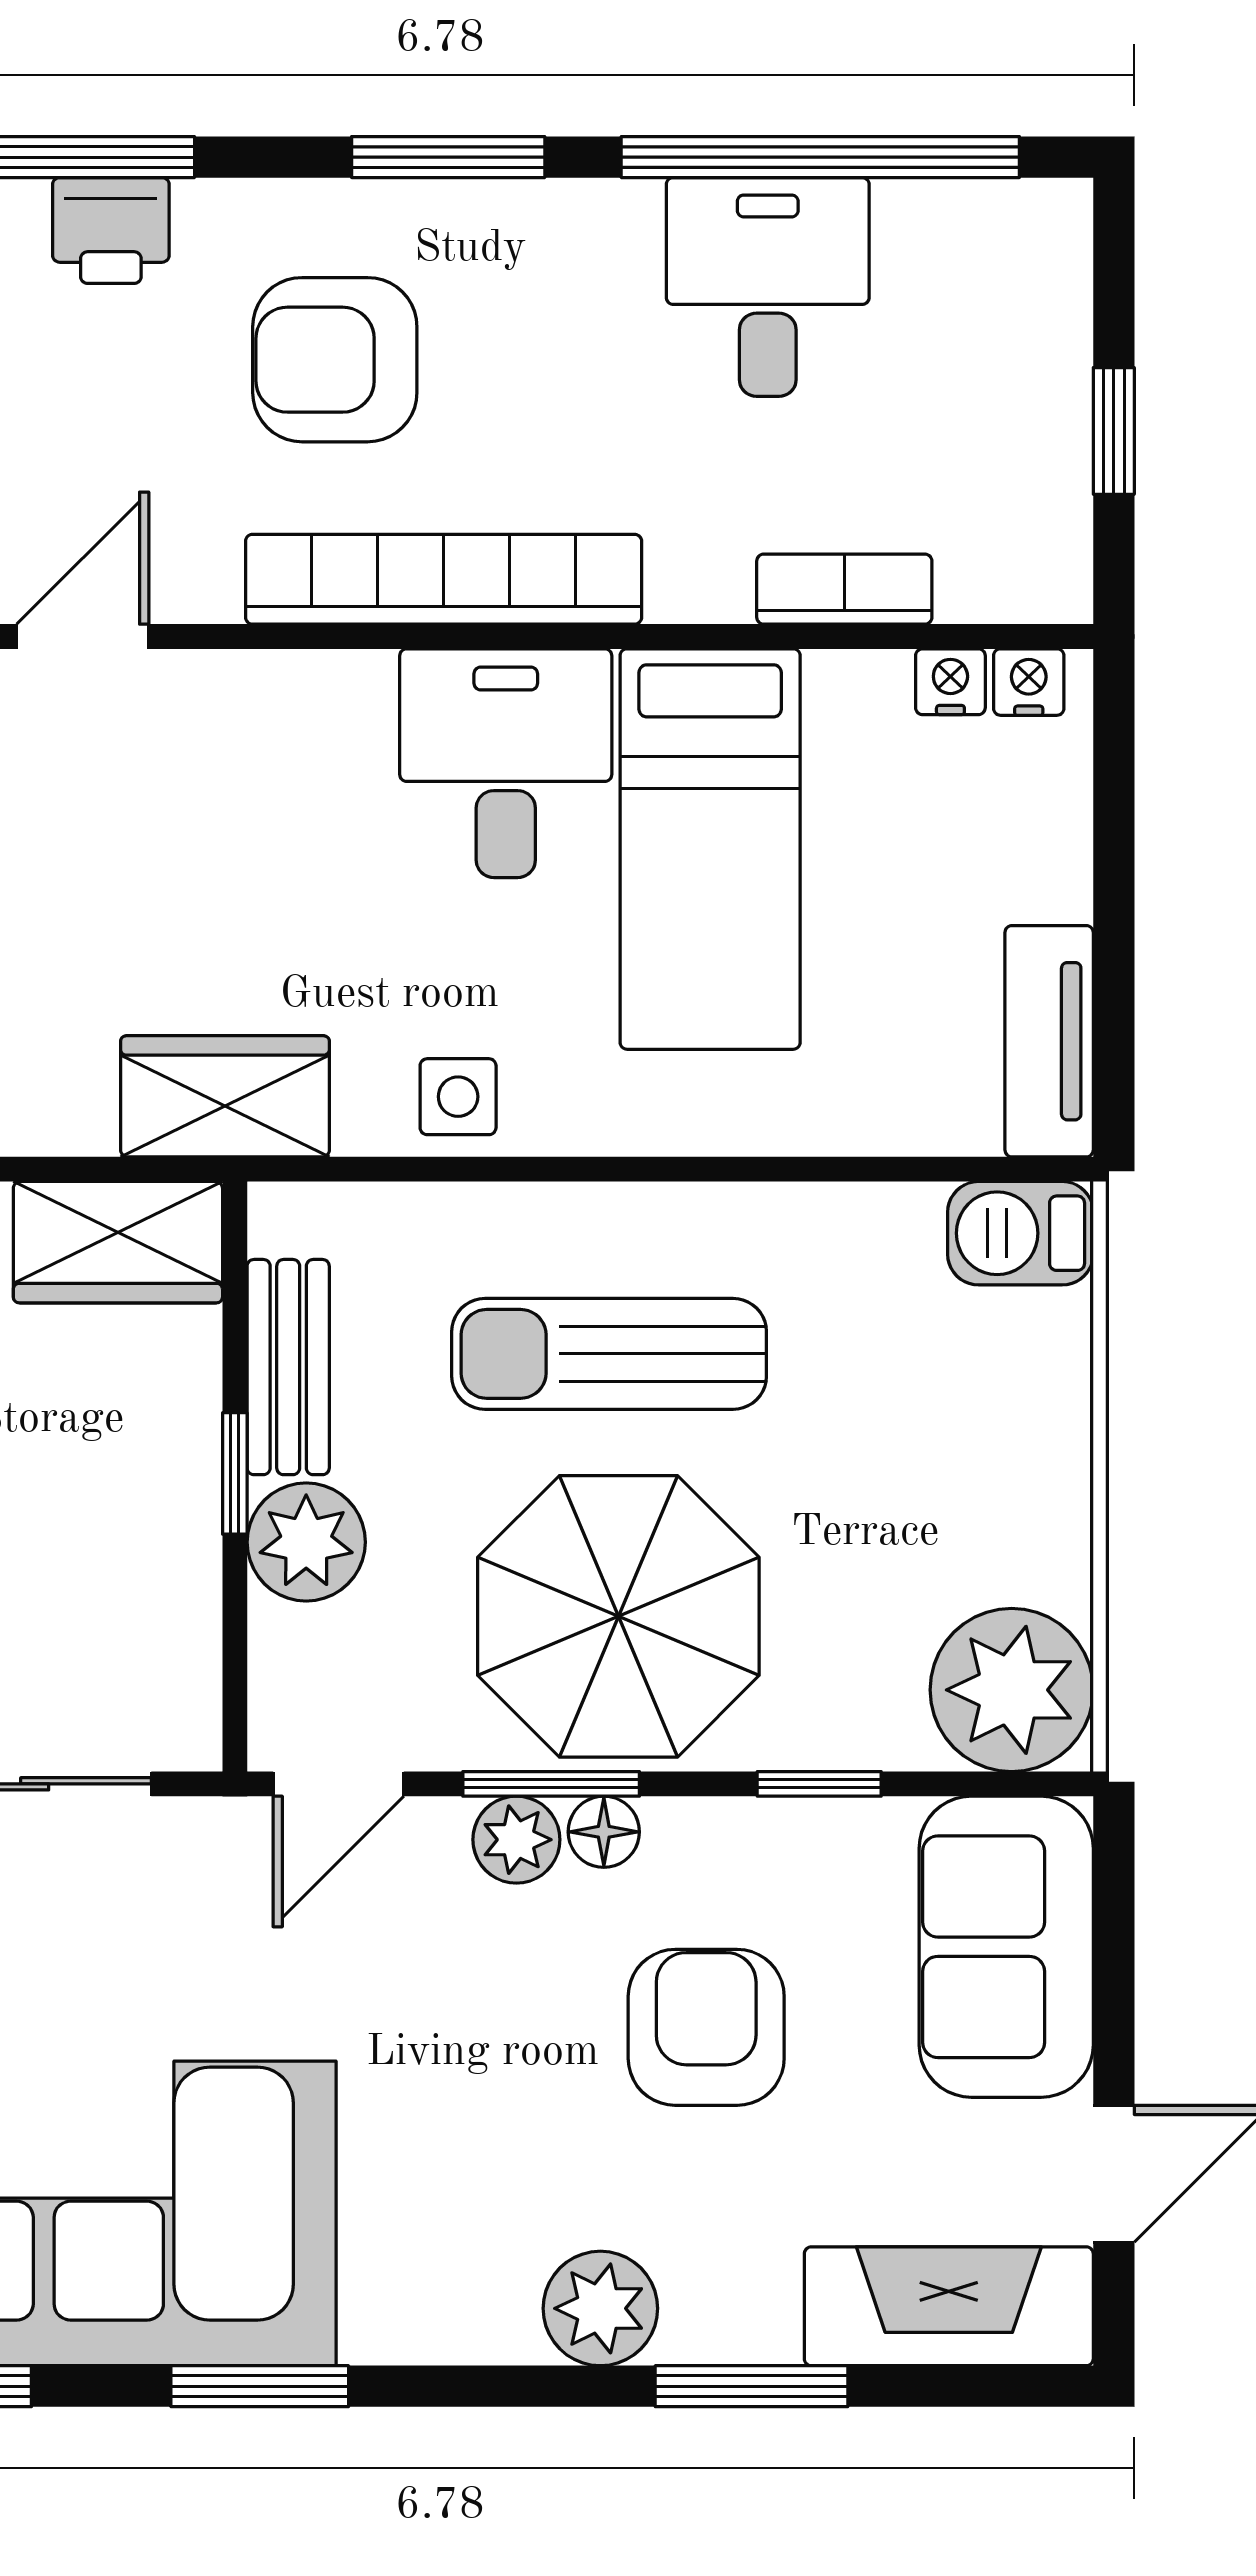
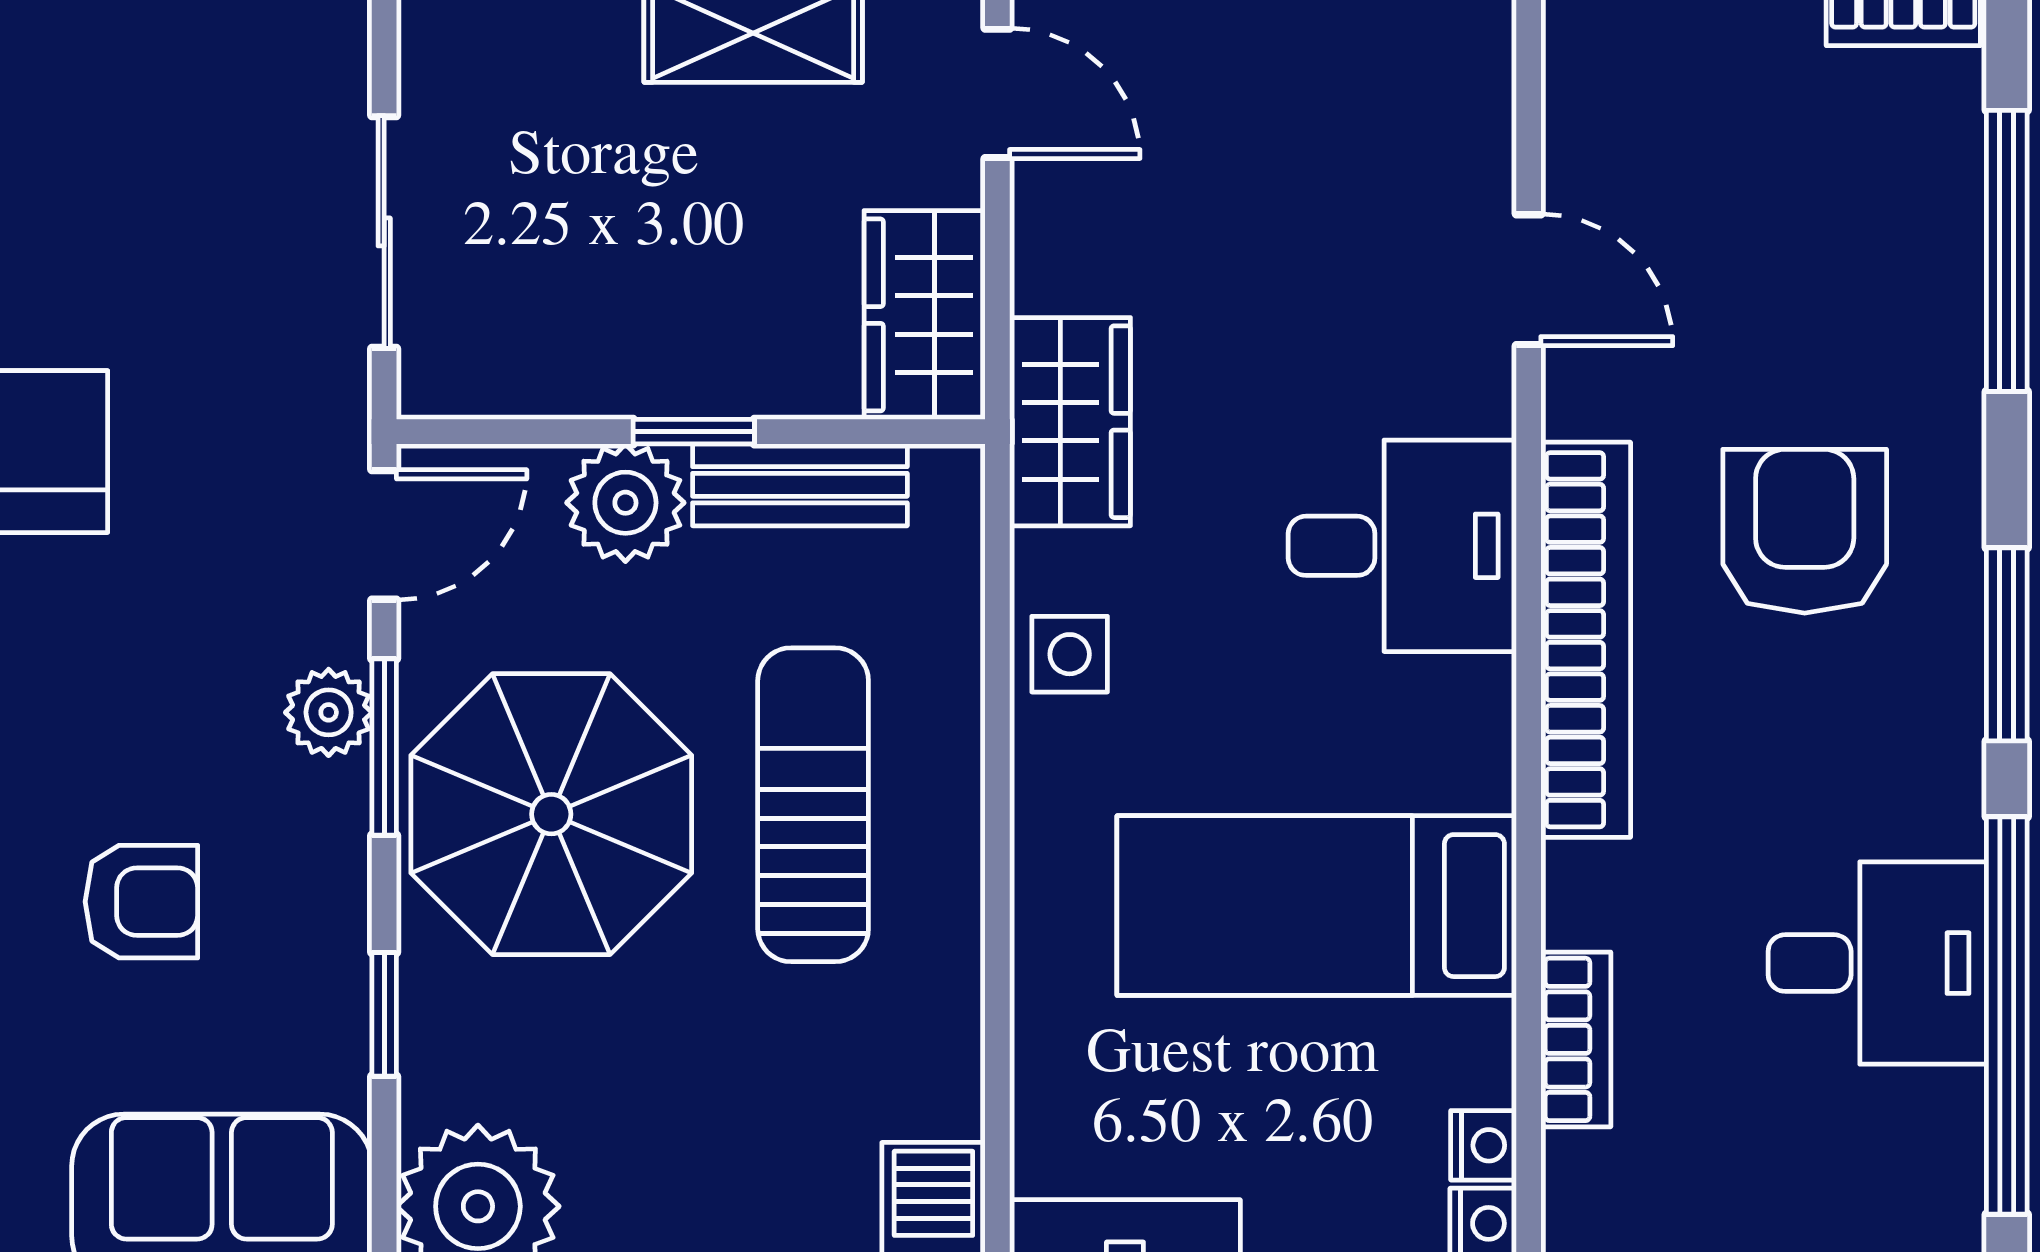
printer: (111, 230) -> (1934, 308), removed
desk: (506, 763) -> (1402, 546), moved
door: (338, 1784) -> (384, 535), swing flipped
floor lamp: (604, 1832) -> (336, 800), removed
armchair: (706, 2027) -> (141, 902), width x0.72, depth x0.72

